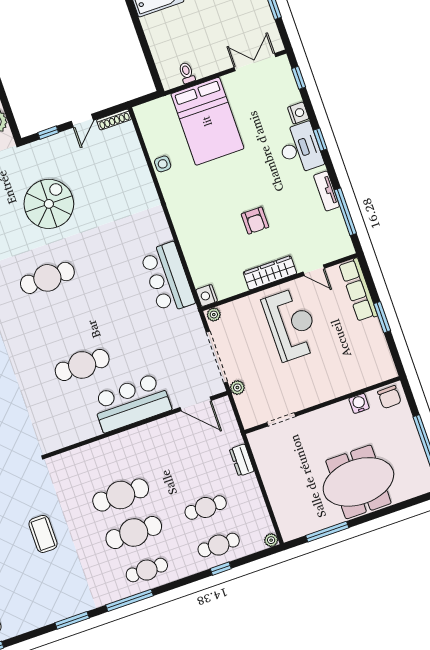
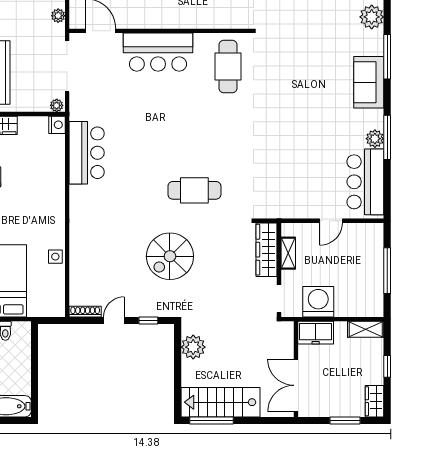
cafe table: (82, 365) -> (228, 66), moved, turned 90
plant: (237, 388) -> (58, 16), moved

